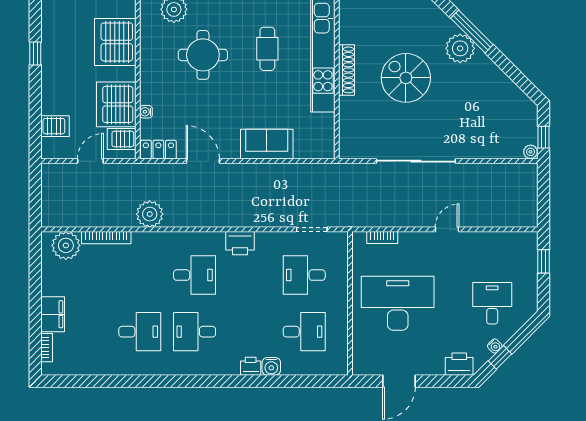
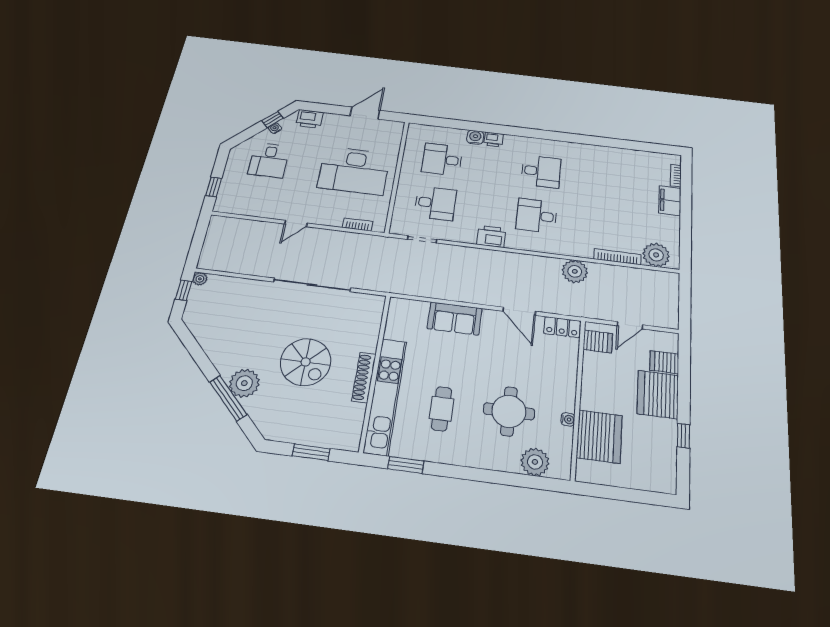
server rack: (116, 104) -> (658, 394), moved, turned 180
water cooler: (146, 112) -> (568, 419), moved
desk: (140, 332) -> (591, 177), removed

